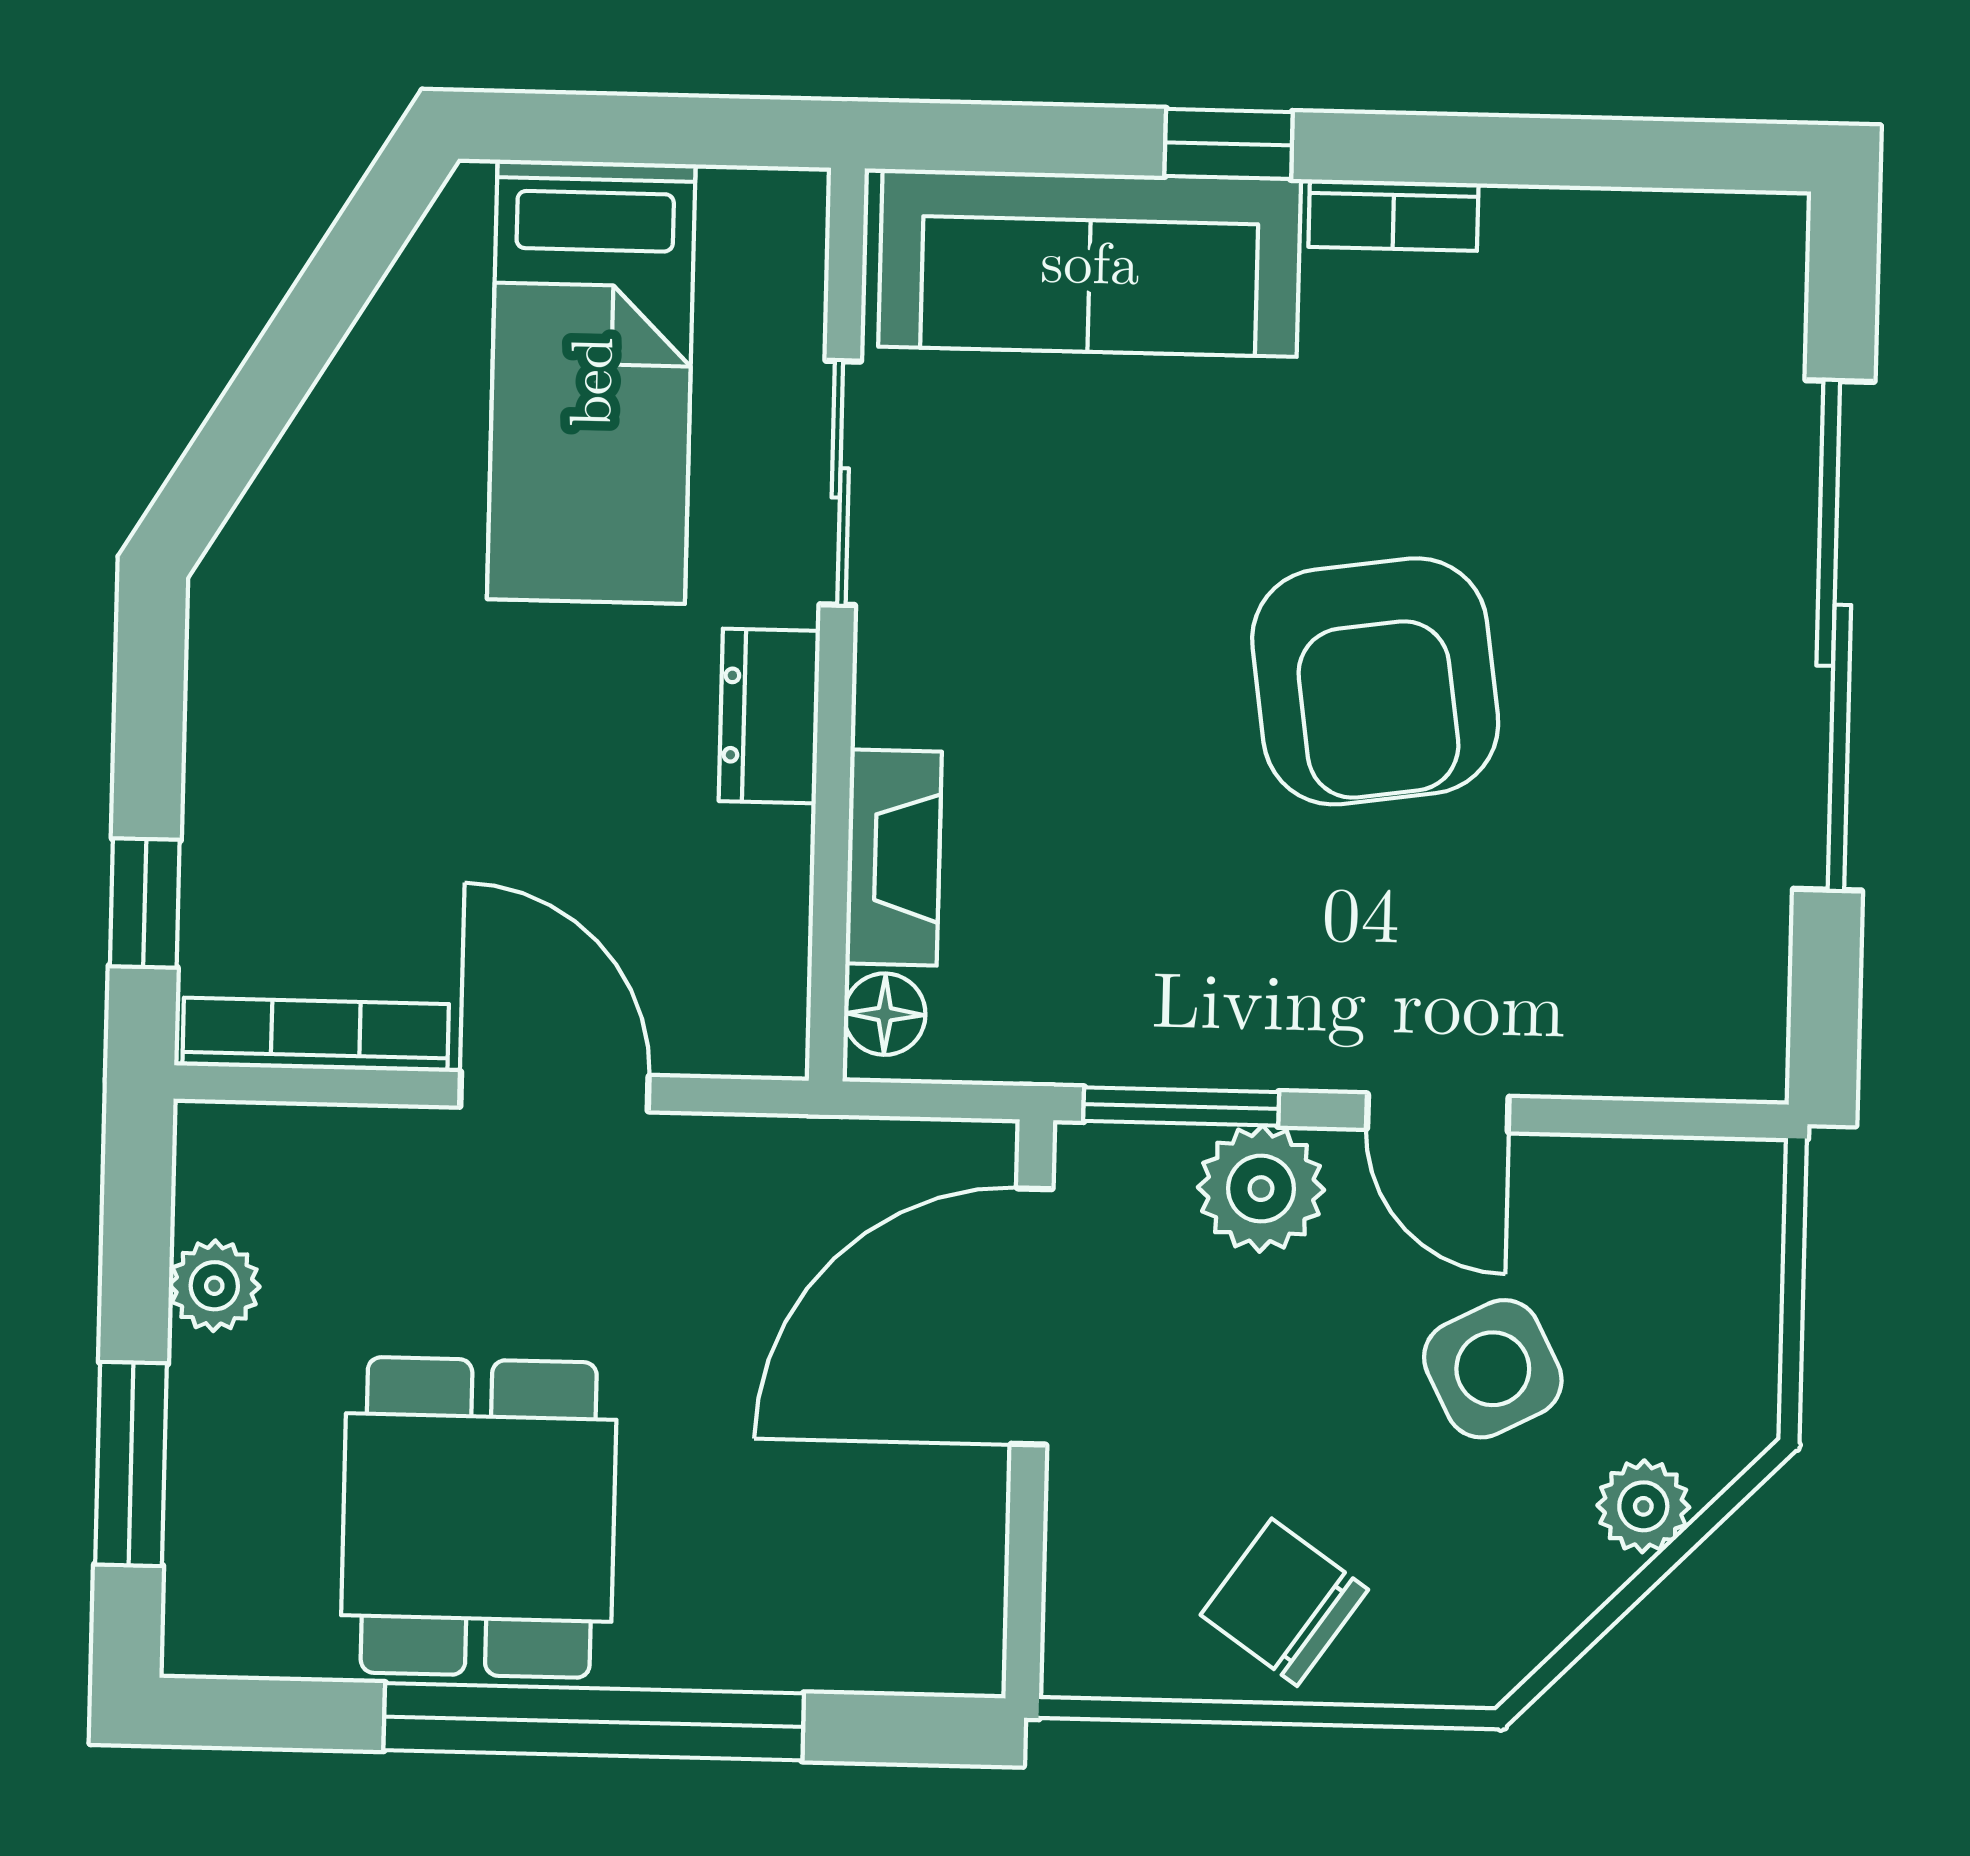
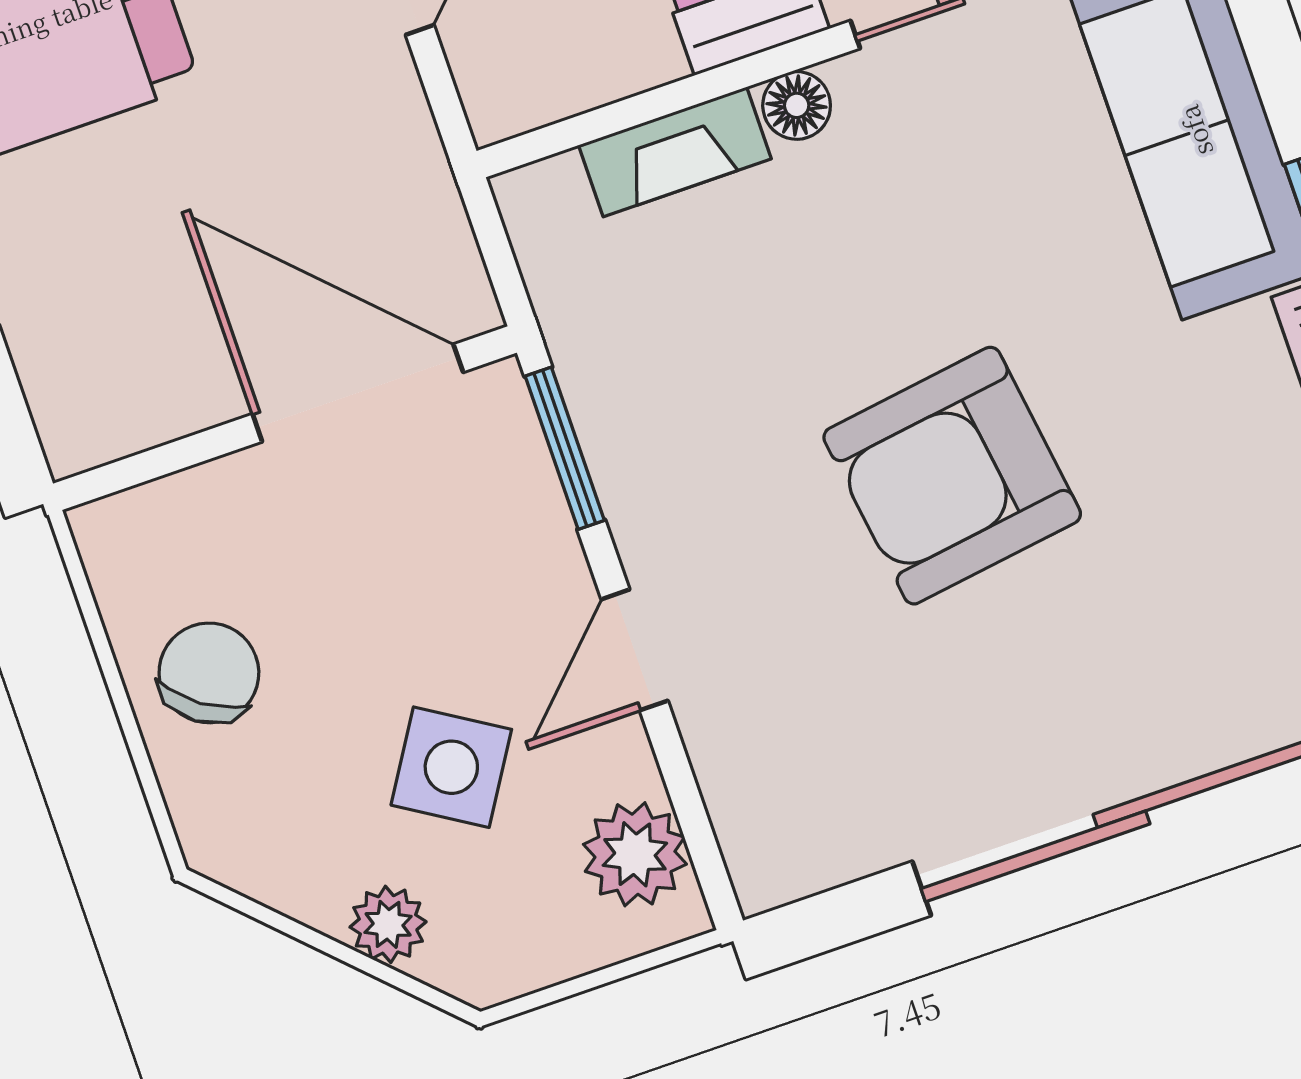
floor lamp: (885, 1014) -> (797, 105), moved
plant: (1261, 1189) -> (635, 854), moved
side table: (1493, 1369) -> (451, 767), turned -31

